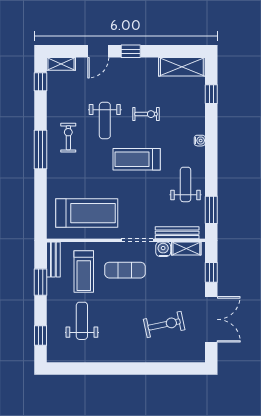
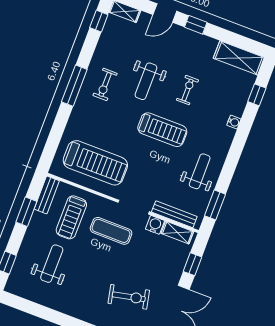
exercise bike: (146, 114) -> (187, 90), turned -90
exercise bike: (68, 138) -> (105, 84), turned 180
water cooler: (200, 141) -> (234, 122), moved
treadmill: (137, 159) -> (162, 130), turned 180

